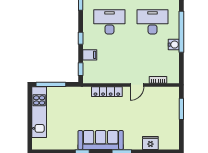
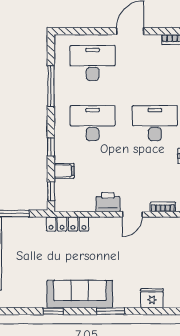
printer: (120, 77) -> (108, 202), added
locker: (107, 92) -> (67, 224), moved

